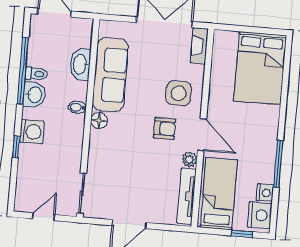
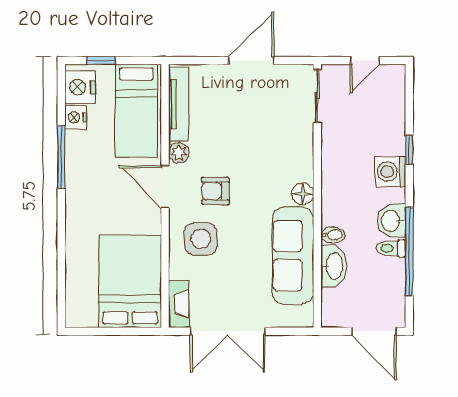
bed: (260, 68) -> (130, 281), moved
bidet: (77, 107) -> (333, 235), moved

